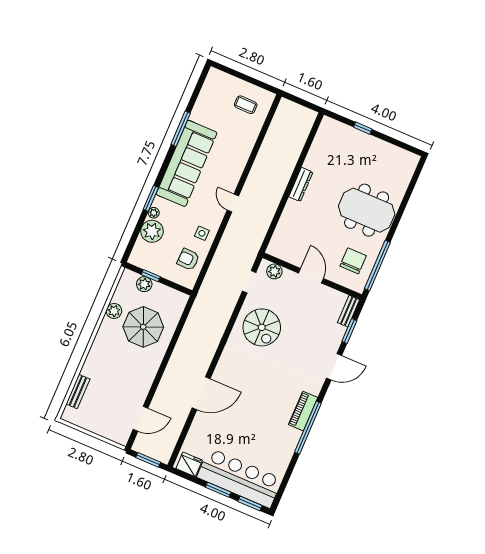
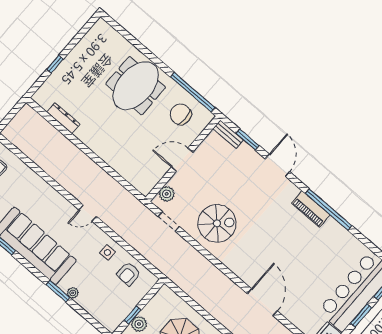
dresser: (301, 184) -> (63, 118), moved
plant: (152, 231) -> (90, 300), removed

